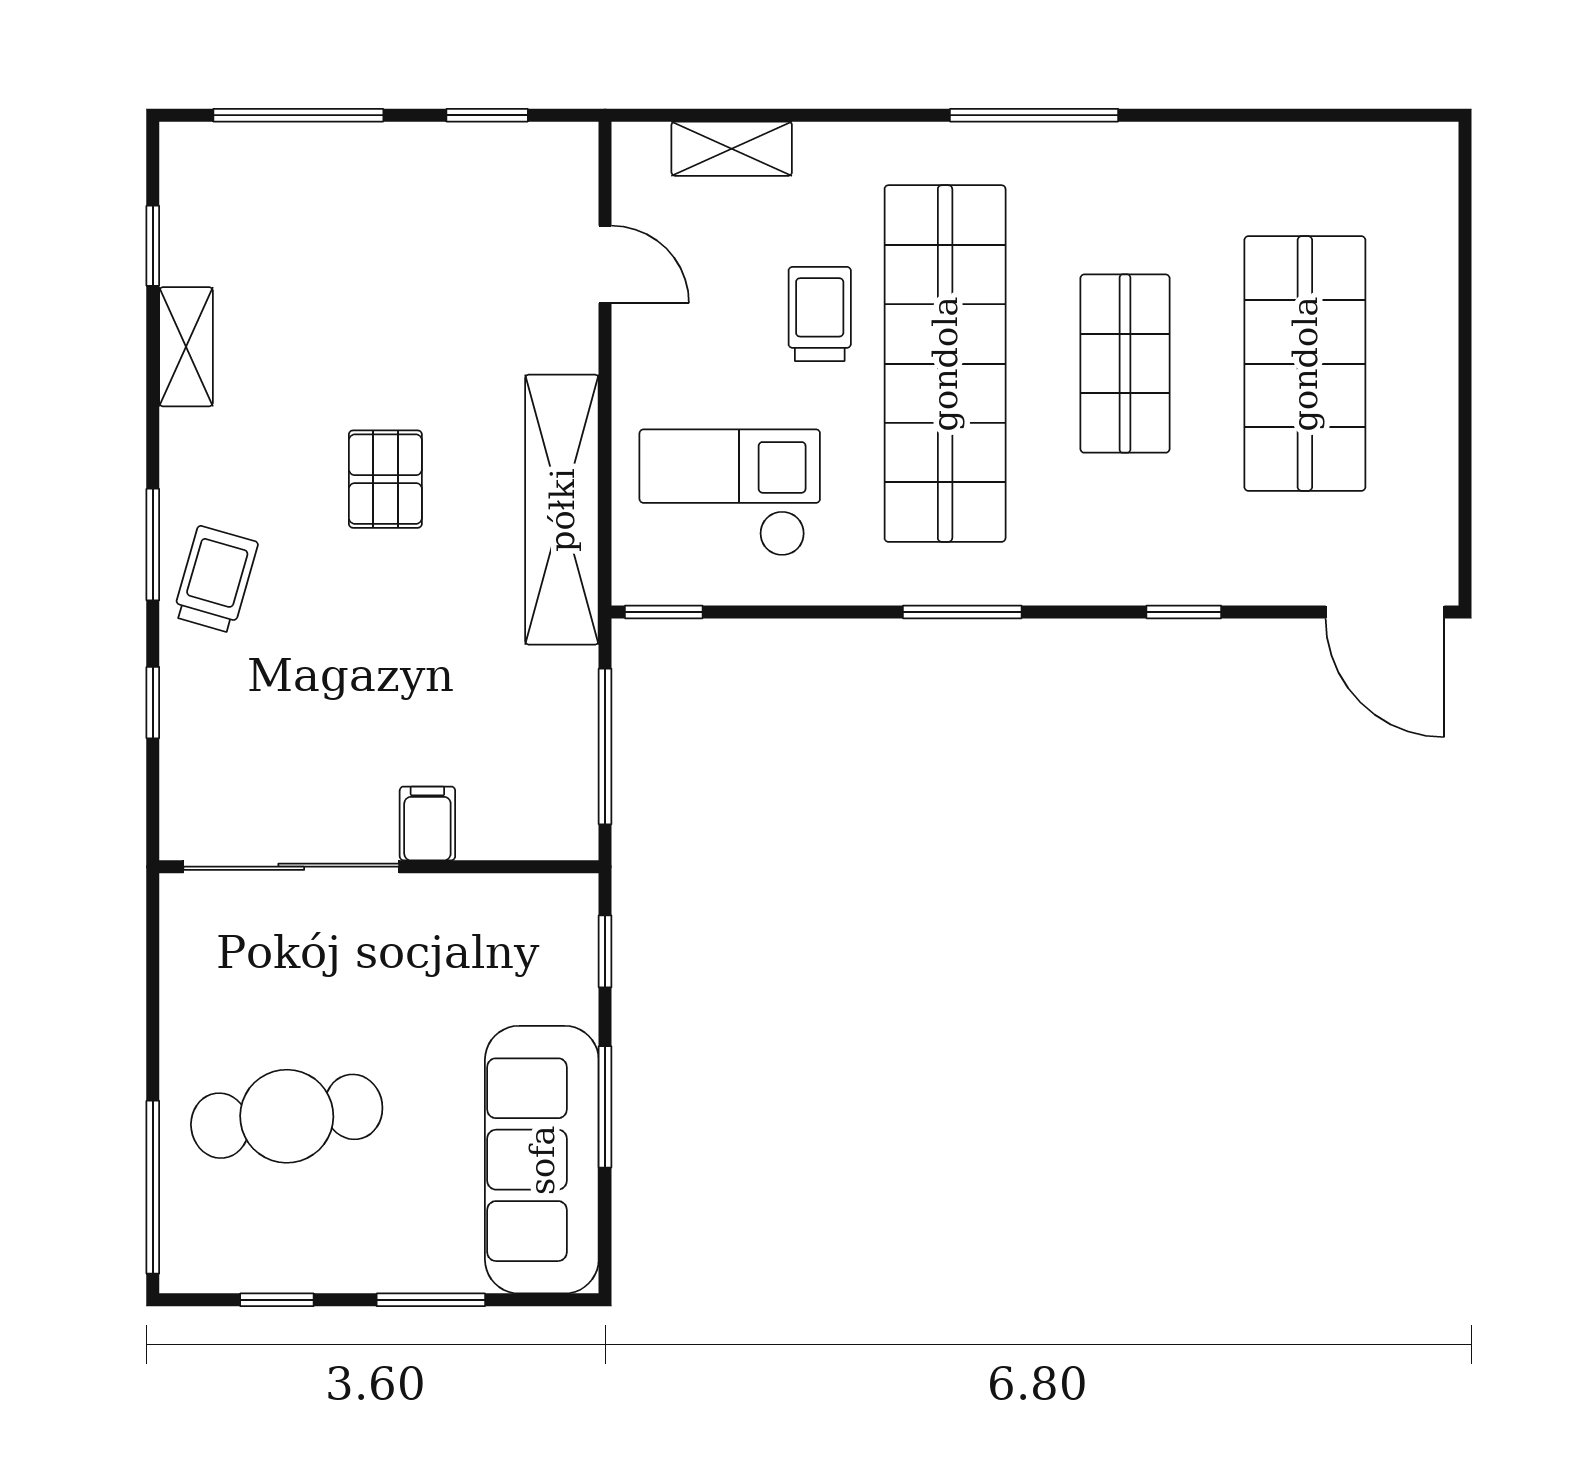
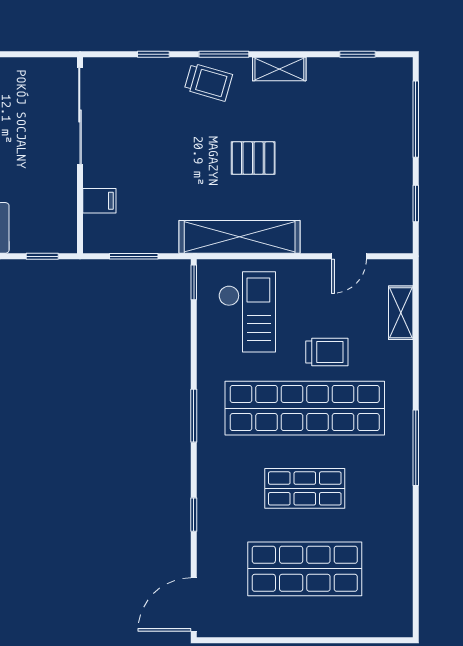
shelving: (186, 347) -> (279, 69), moved
window: (605, 746) -> (134, 256), width x0.69
filing cabinet: (427, 823) -> (99, 201), moved

